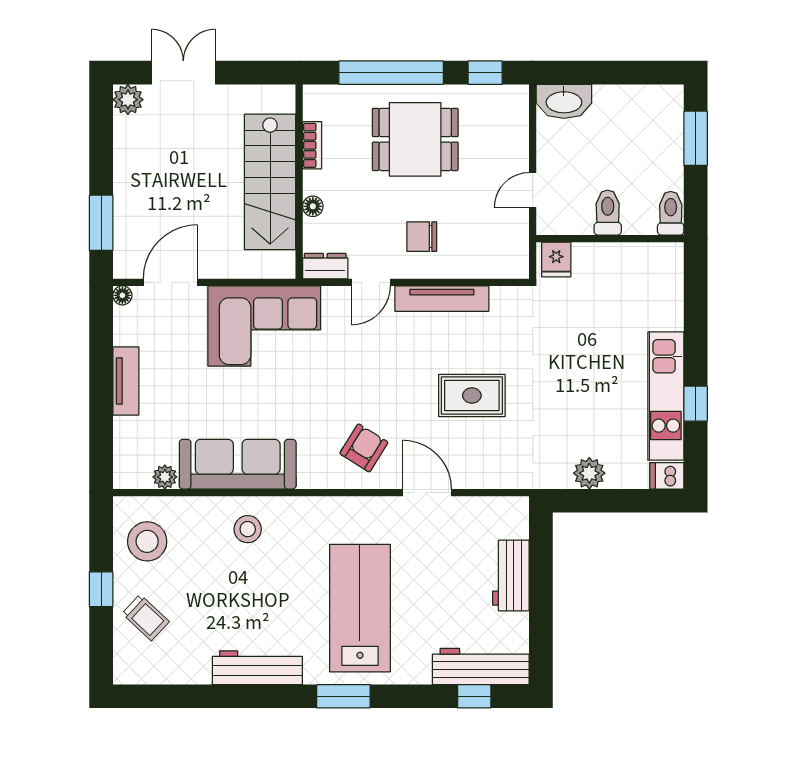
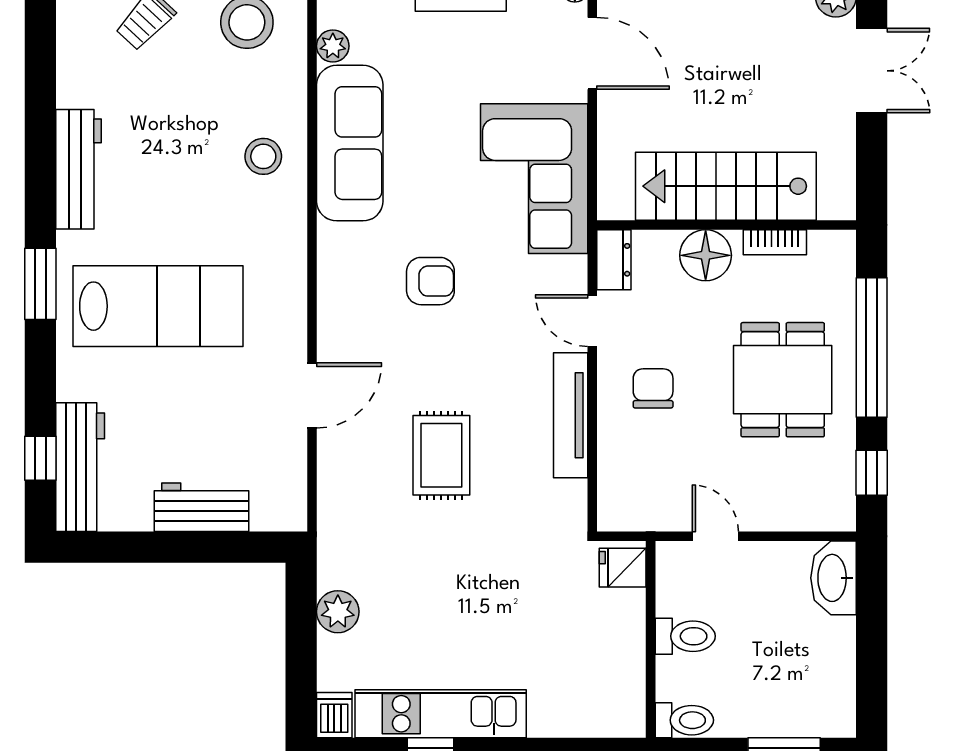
floor lamp: (313, 206) -> (706, 255), width x1.89, depth x1.89
armchair: (364, 448) -> (430, 281), moved, turned -32

